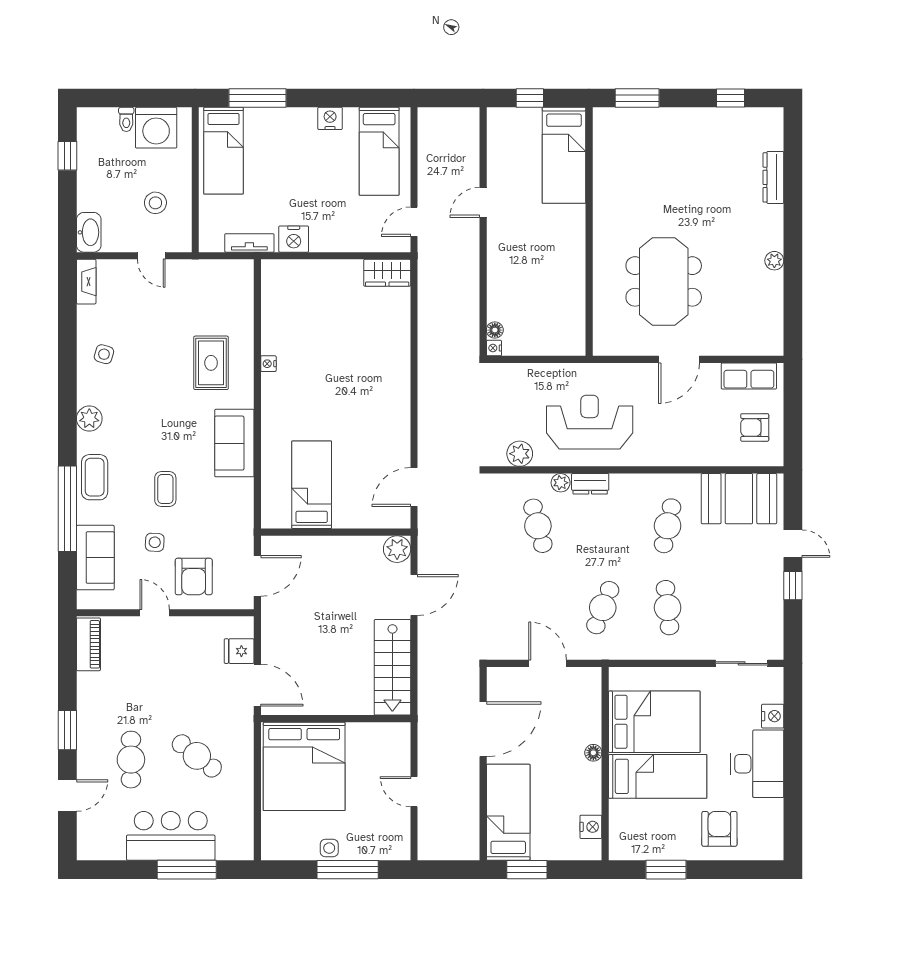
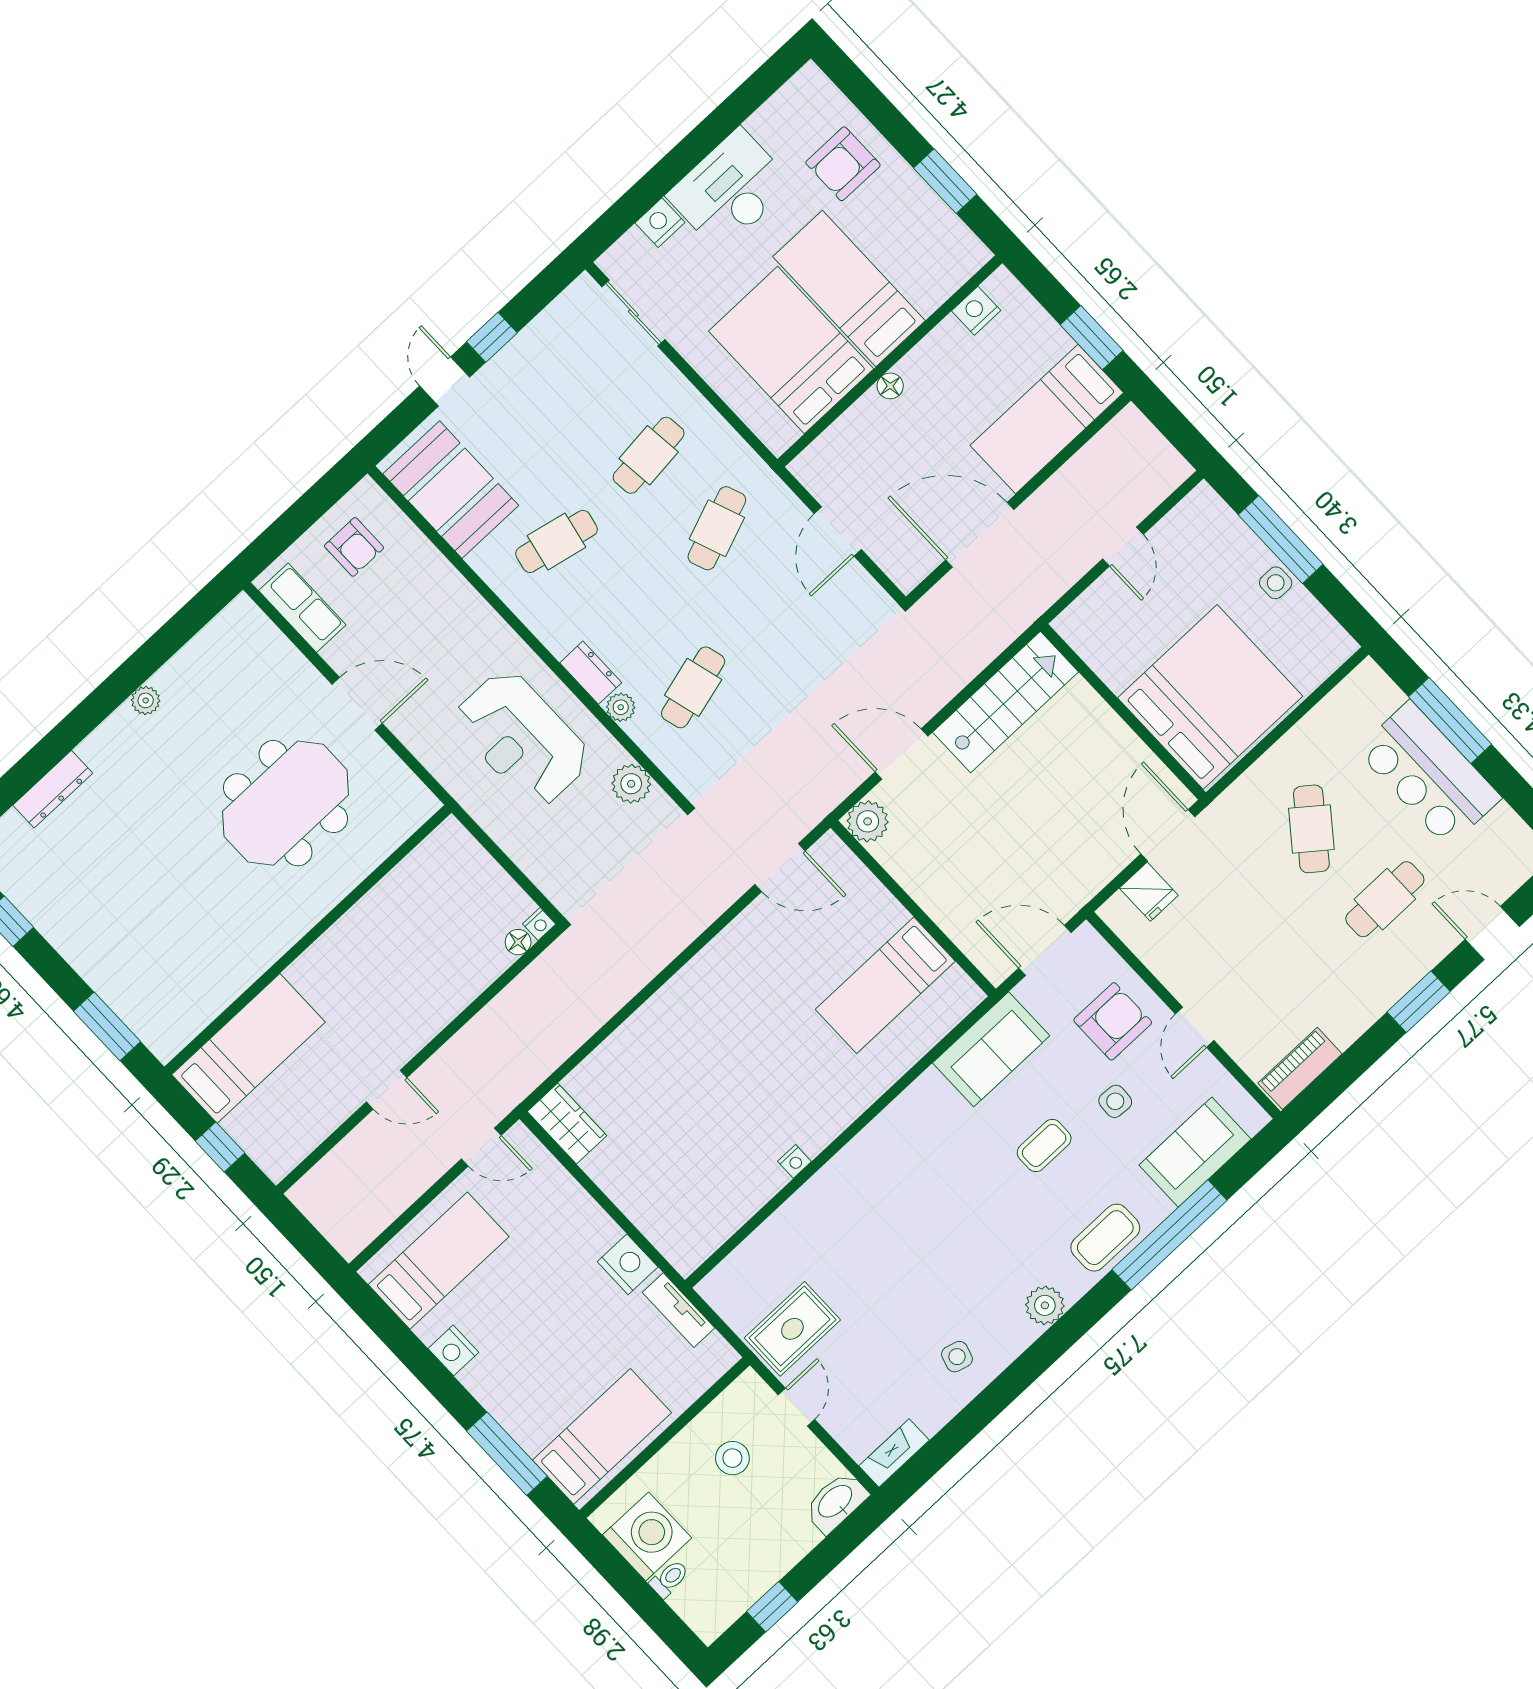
rug: (211, 363) -> (792, 1329), moved
sofa: (234, 443) -> (991, 1049), moved
cafe table: (603, 608) -> (717, 528), turned -42

